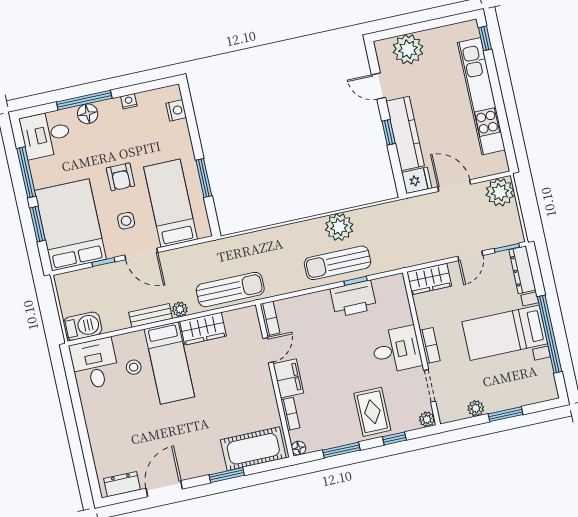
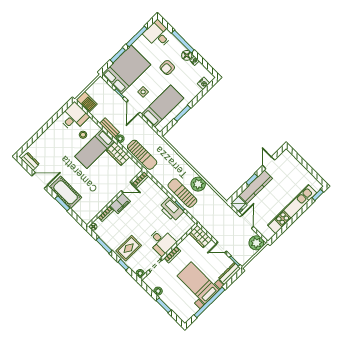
plant: (408, 49) -> (292, 165), removed
floor lamp: (88, 114) -> (187, 55), moved
armchair: (120, 177) -> (167, 68), moved
cot: (253, 449) -> (66, 192), moved

